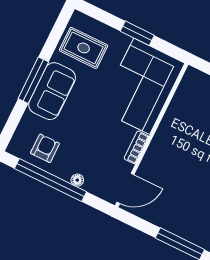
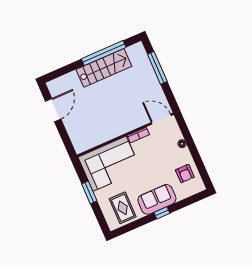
window: (33, 80) -> (162, 213), width x0.46
armchair: (45, 148) -> (185, 174), turned -90
window: (50, 180) -> (196, 155), removed

